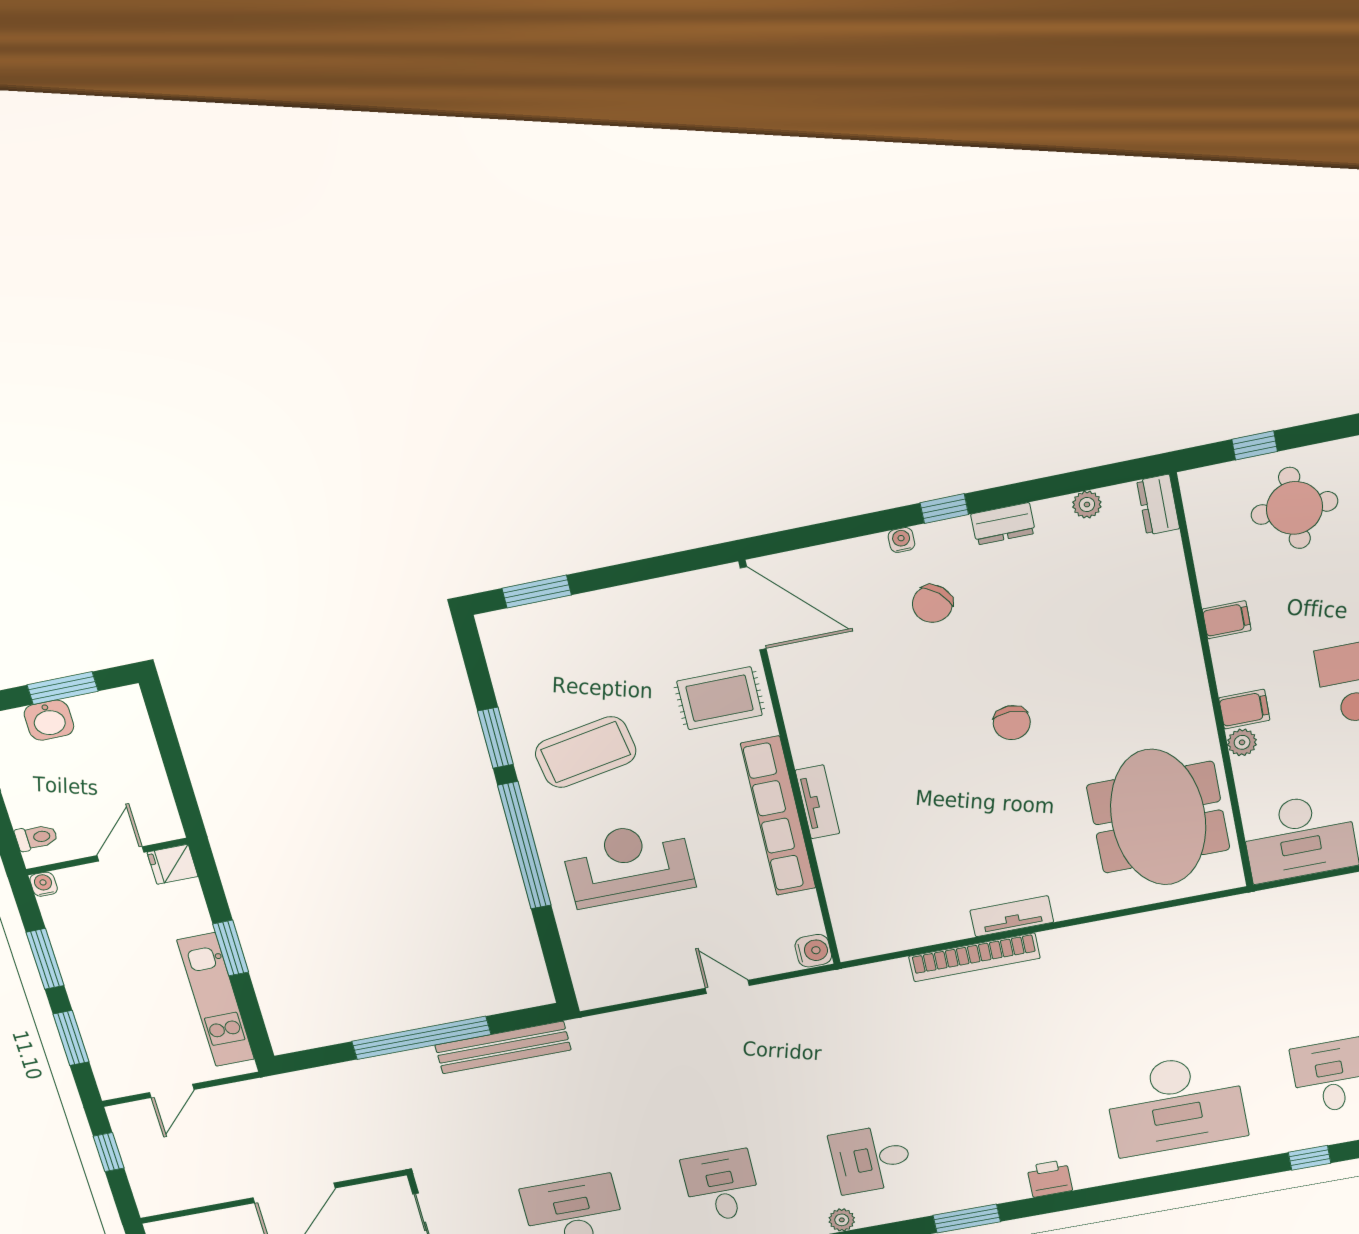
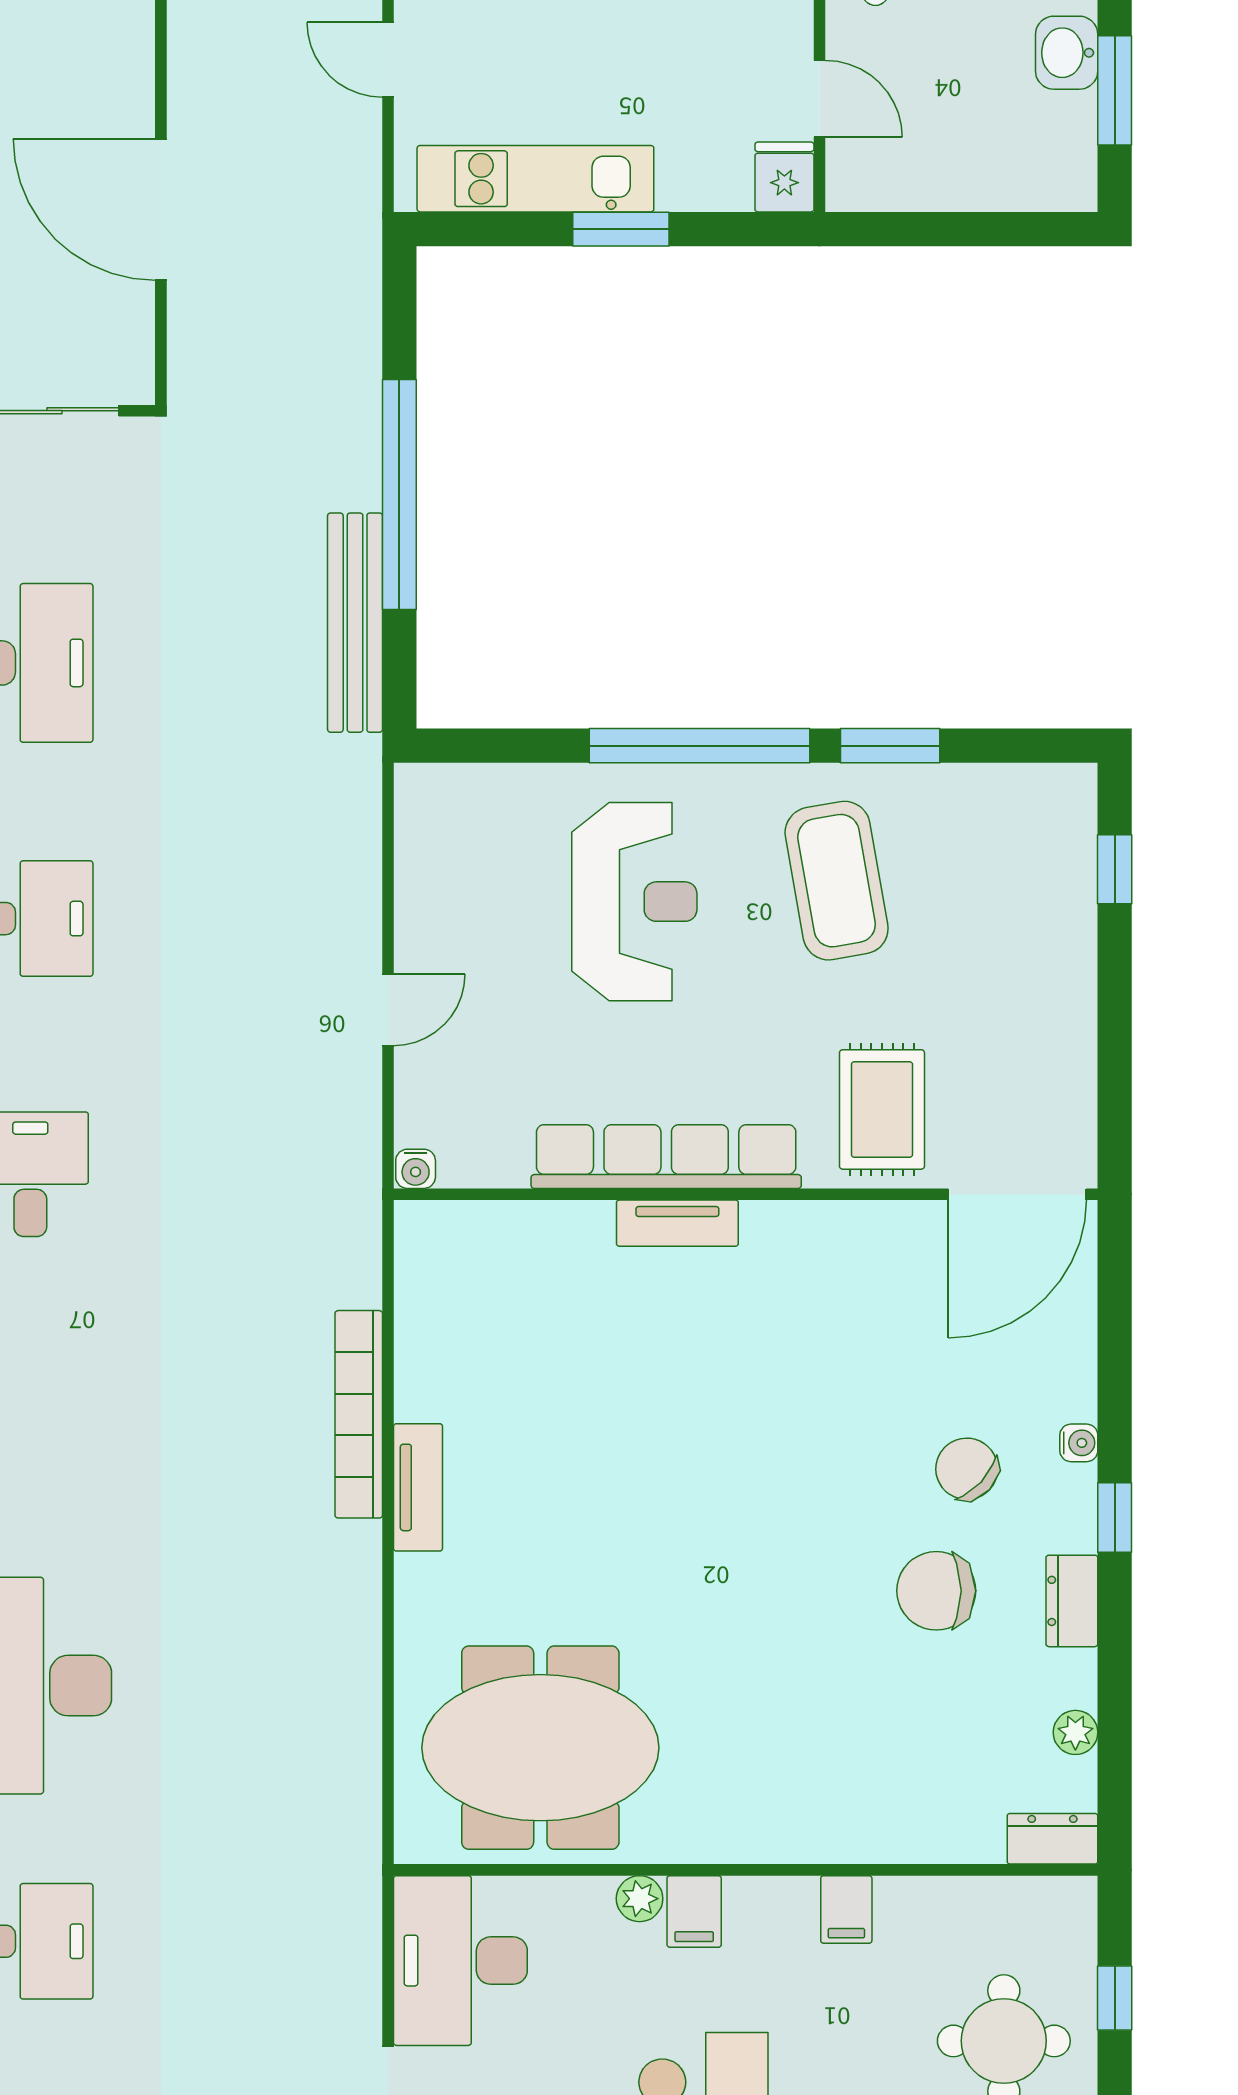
window: (537, 592) -> (1115, 869), width x0.67
chair: (1012, 723) -> (936, 1591), moved, width x1.37, depth x1.37
water cooler: (813, 951) -> (416, 1169), width x0.72, depth x0.72

